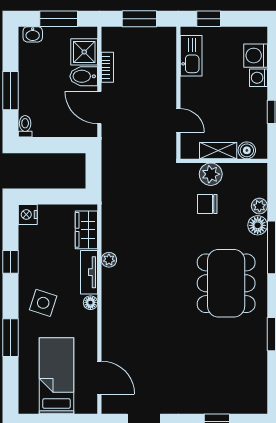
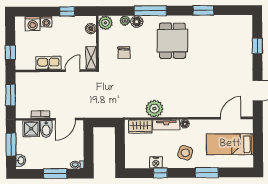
kitchen sink: (191, 56) -> (48, 63), moved
shelving: (218, 151) -> (91, 58), moved
plant: (211, 174) -> (105, 23), moved
nightstand: (28, 215) -> (156, 162), moved
plant: (109, 260) -> (154, 109), width x1.88, depth x1.88
dining table: (226, 283) -> (172, 41), width x0.73

